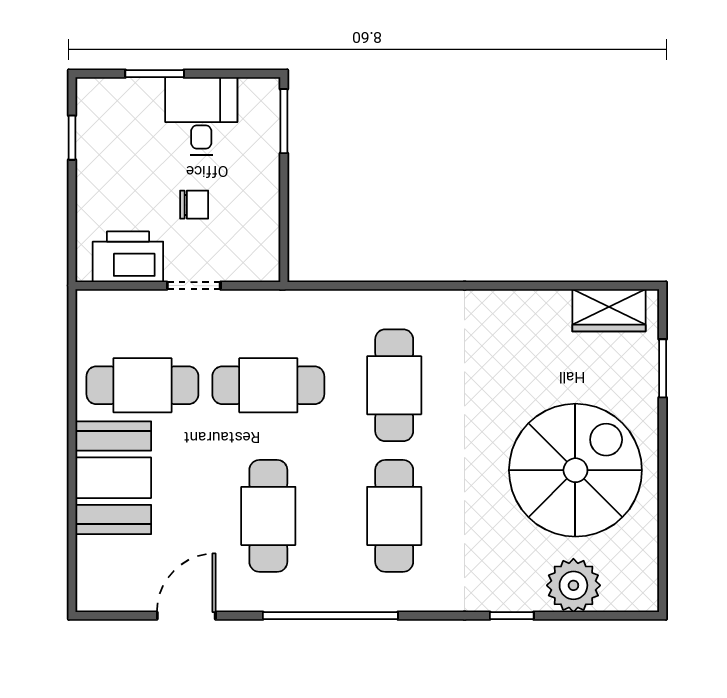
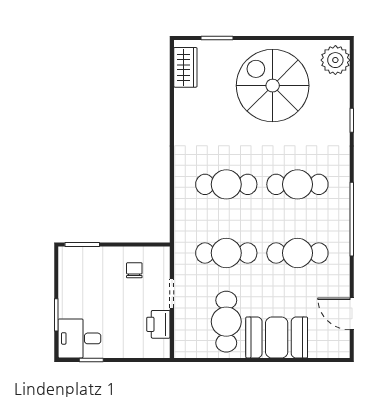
desk: (201, 116) -> (79, 338), moved
chair: (194, 205) -> (134, 270), moved
printer: (128, 257) -> (158, 324), width x0.73, depth x0.84
cafe table: (268, 385) -> (226, 253), turned 90
plant: (573, 585) -> (335, 60), moved
door: (186, 616) -> (352, 314), moved

